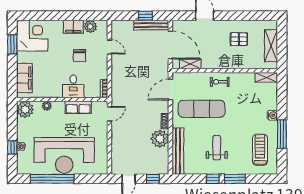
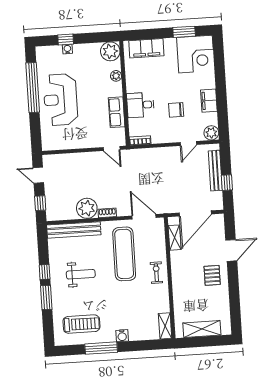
bench: (151, 25) -> (215, 171), moved
plant: (90, 26) -> (211, 133), moved
pallet: (239, 39) -> (212, 275), moved
reception desk: (64, 155) -> (60, 100), width x0.74, depth x0.77

